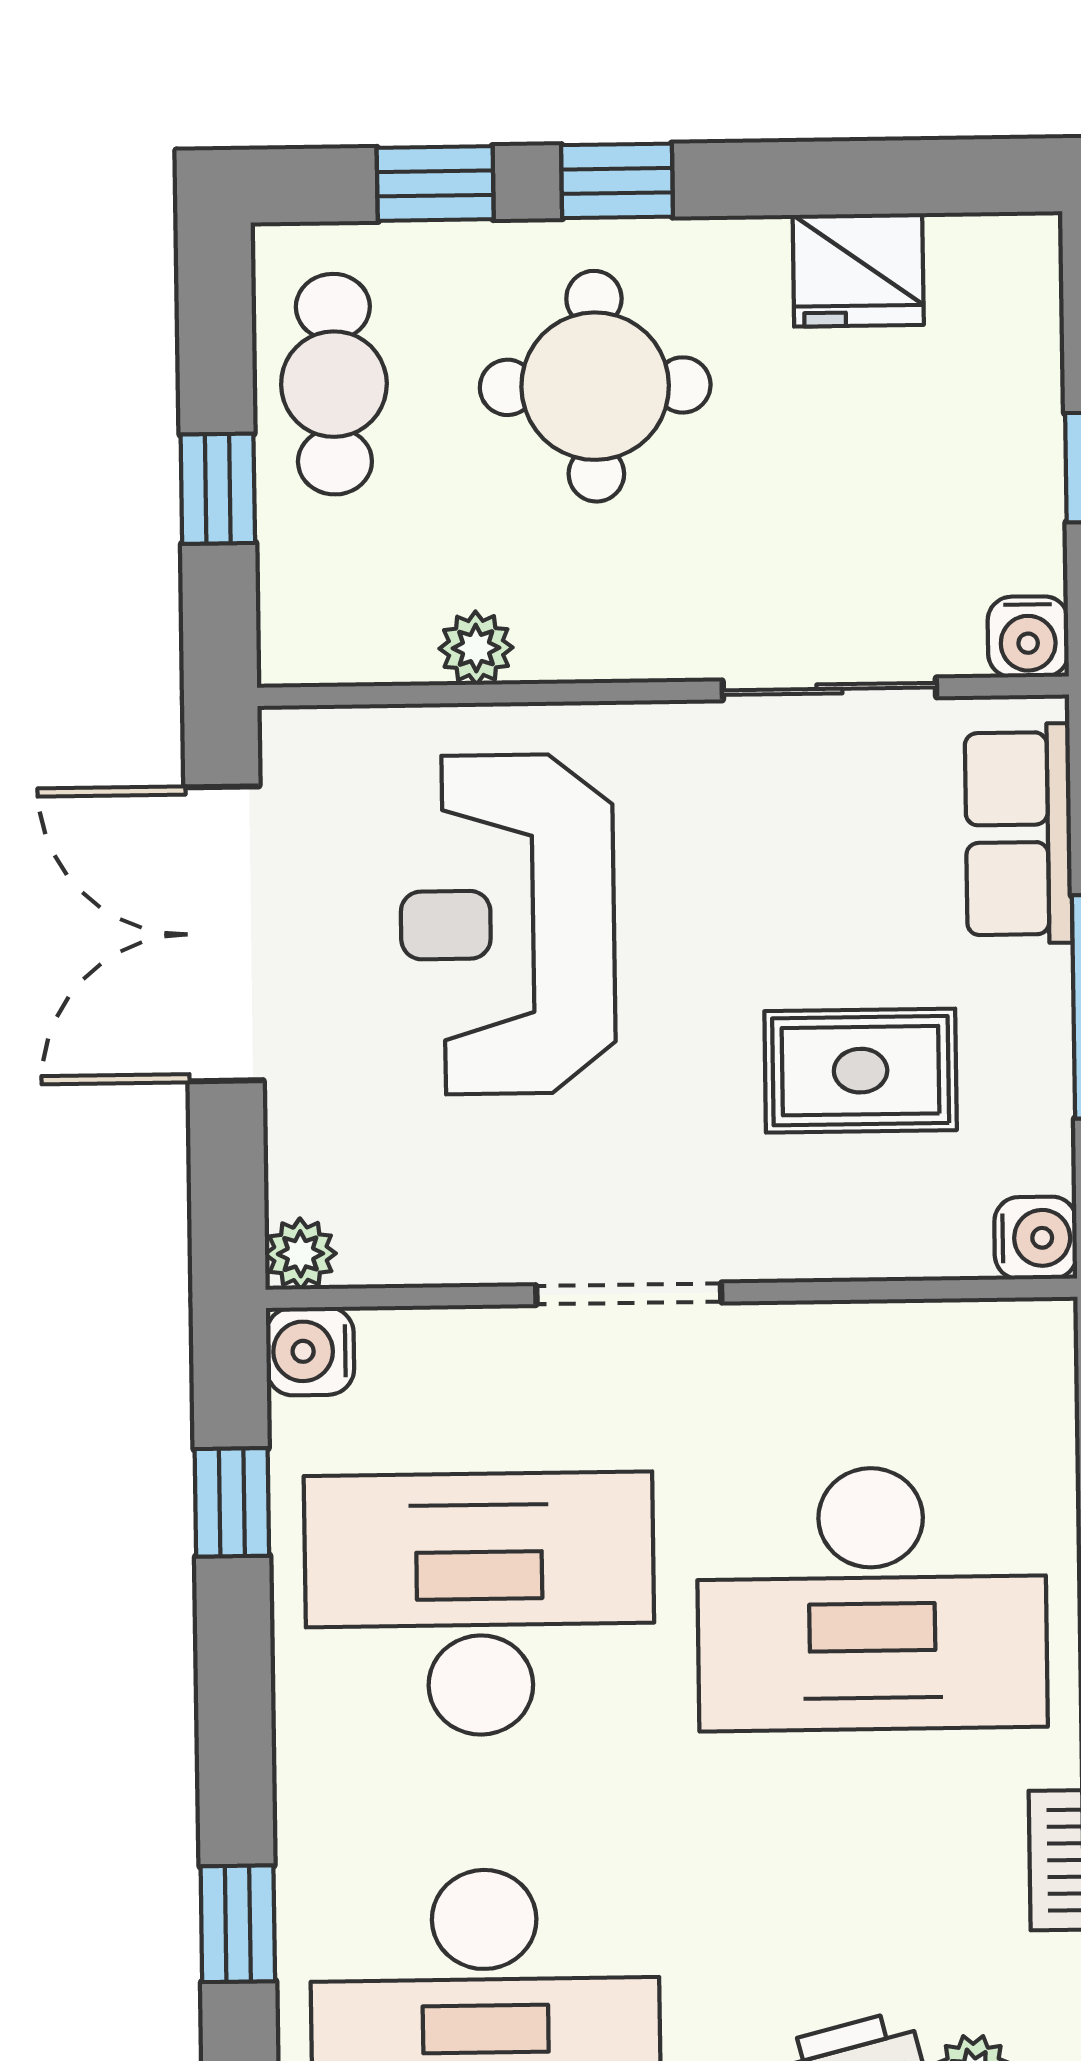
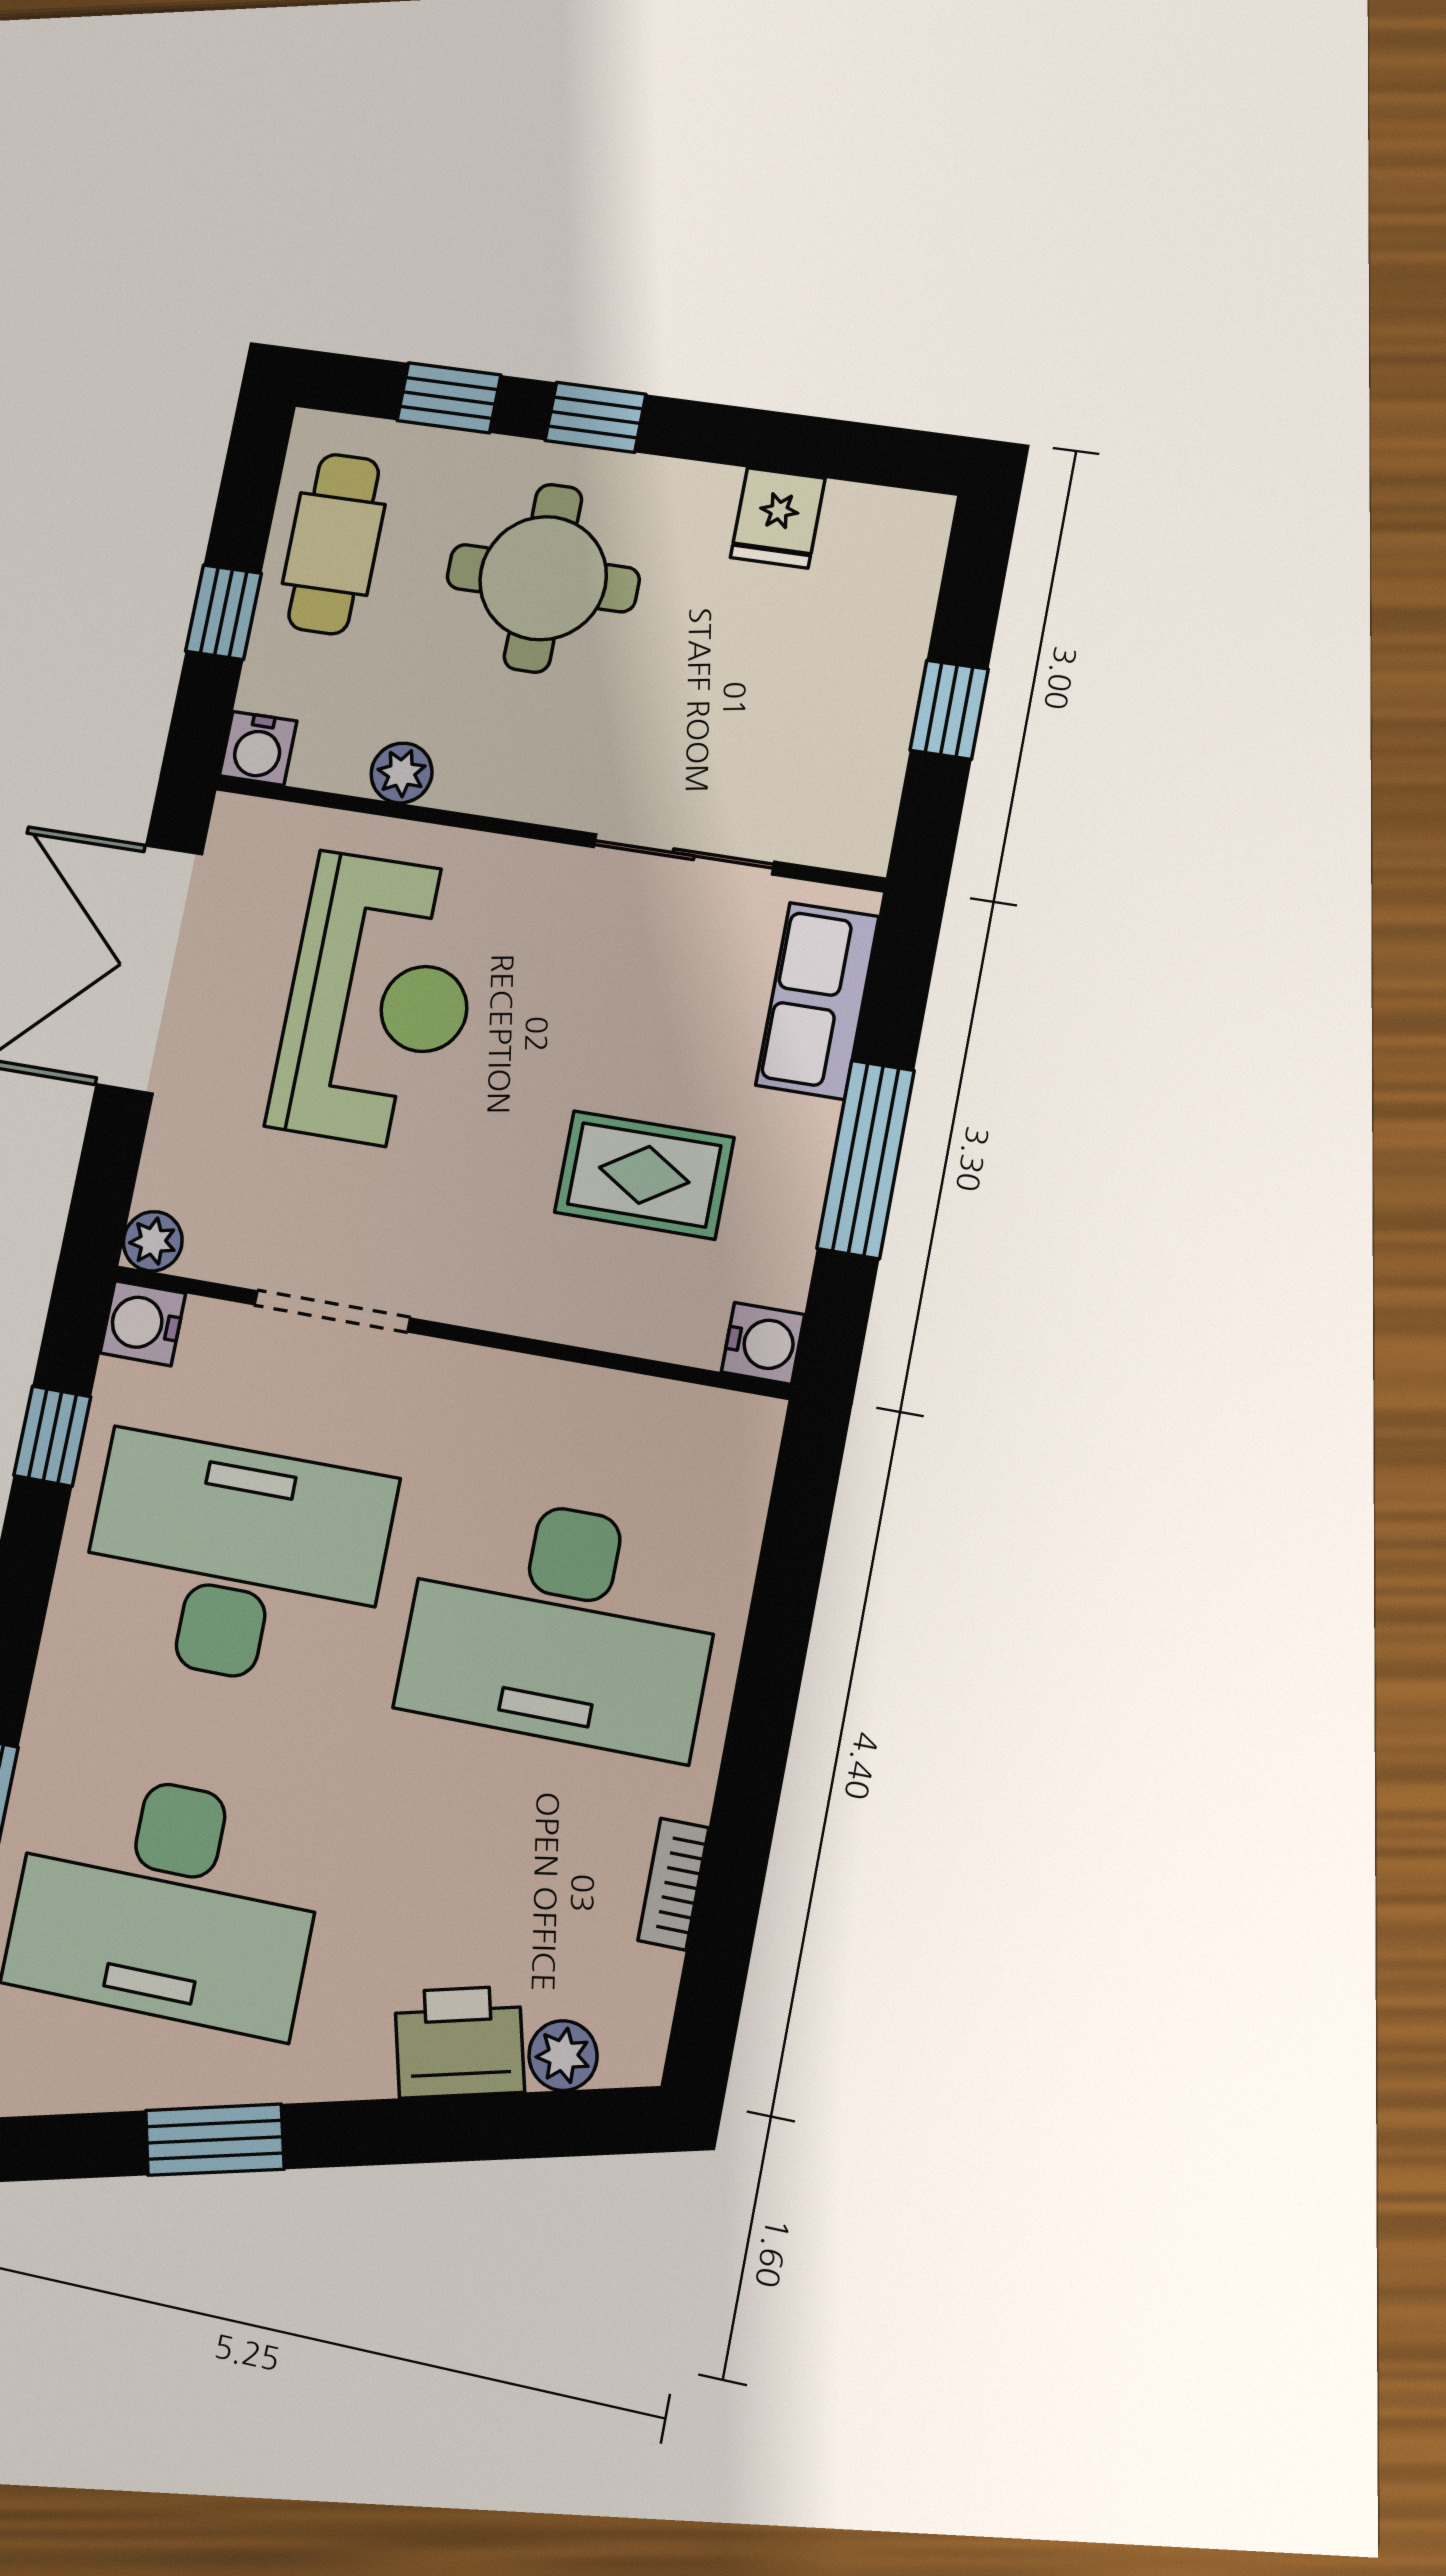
fridge: (858, 270) -> (778, 518), width x0.72
water cooler: (1028, 637) -> (258, 748), moved
reception desk: (508, 924) -> (379, 1002), turned 180
doorway: (629, 1294) -> (332, 1311), moved

